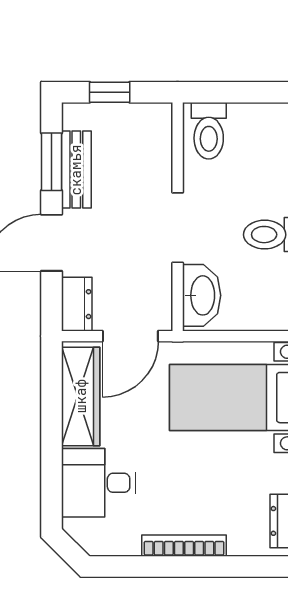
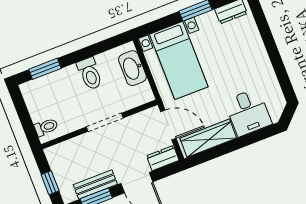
toilet: (209, 131) -> (46, 127), width x0.73, depth x0.72
washbasin: (202, 295) -> (132, 68), moved, turned -90
bookcase: (184, 546) -> (263, 57), removed

